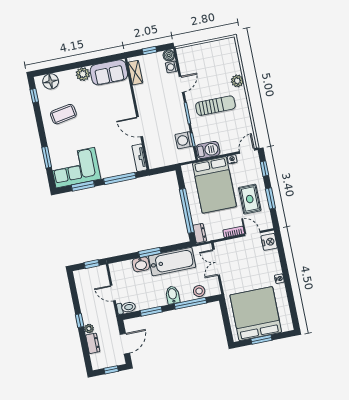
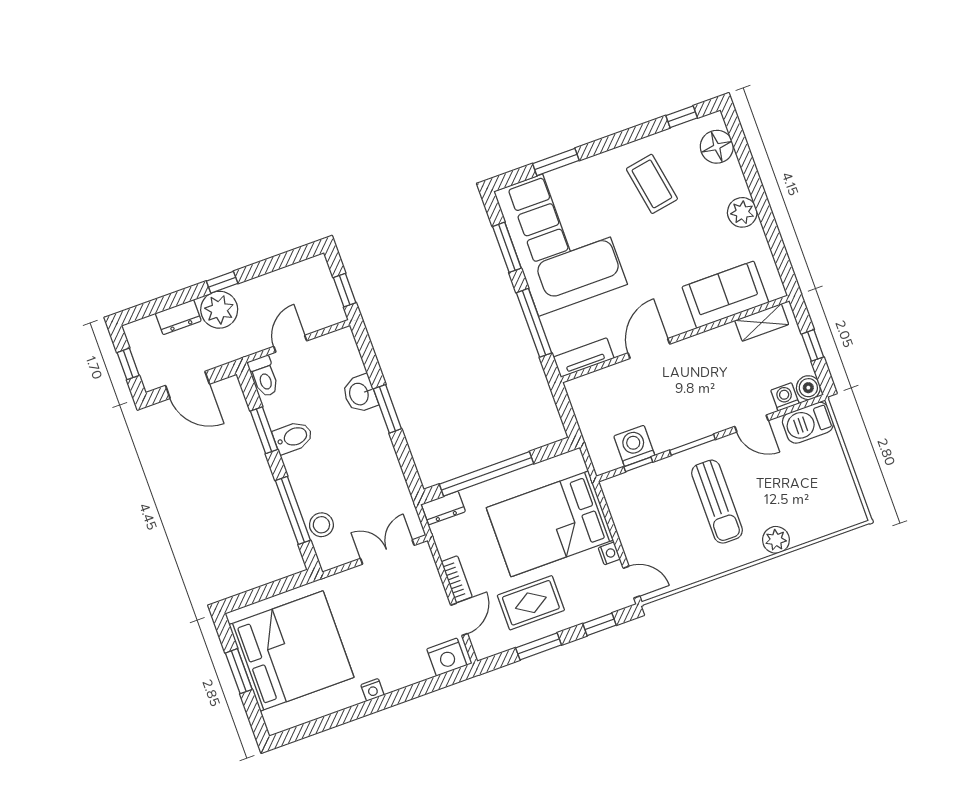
sofa: (109, 72) -> (725, 295), moved, turned 90
barbecue: (208, 150) -> (808, 423), moved, turned 90
corner sofa: (75, 168) -> (561, 238), width x1.36, depth x1.36
bathtub: (172, 262) -> (375, 459), removed
bidet: (173, 295) -> (293, 437), moved
plant: (89, 329) -> (219, 310), width x1.88, depth x1.88

